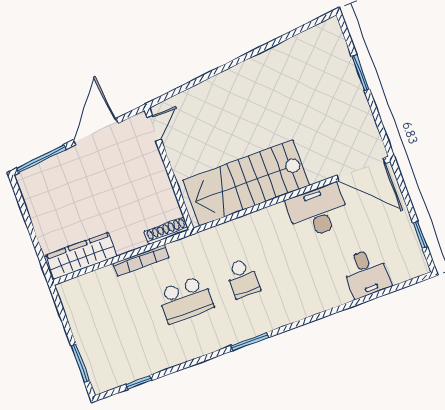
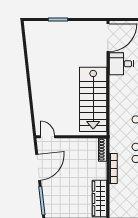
door: (96, 132) -> (38, 167), swing flipped
desk: (318, 211) -> (121, 64), width x0.73

